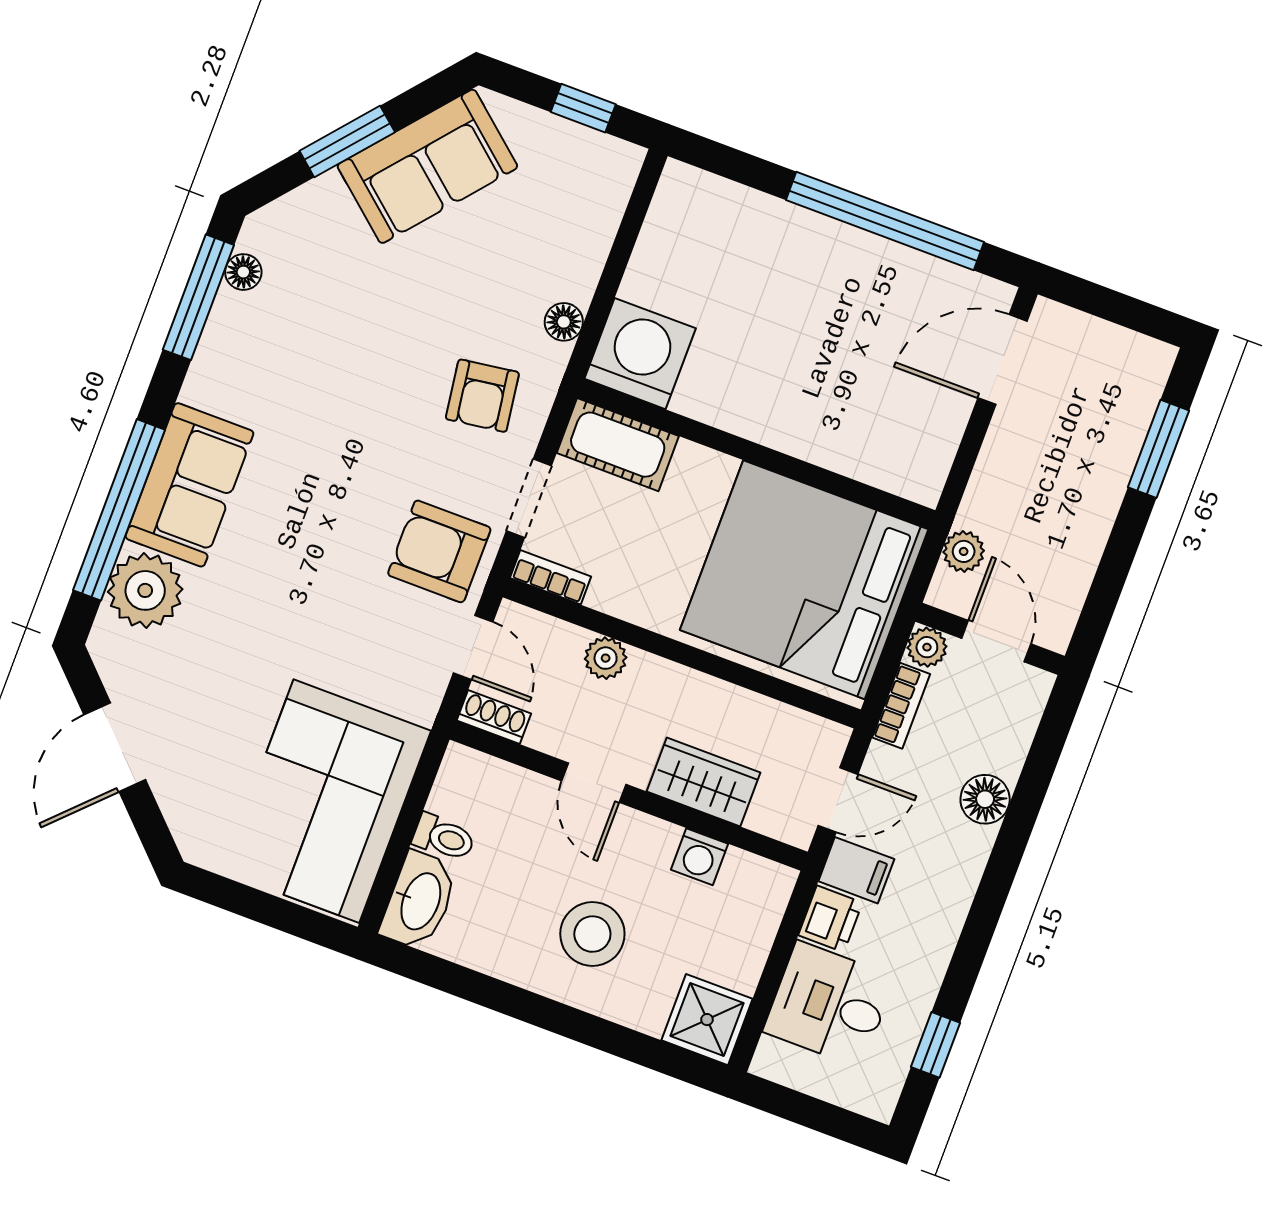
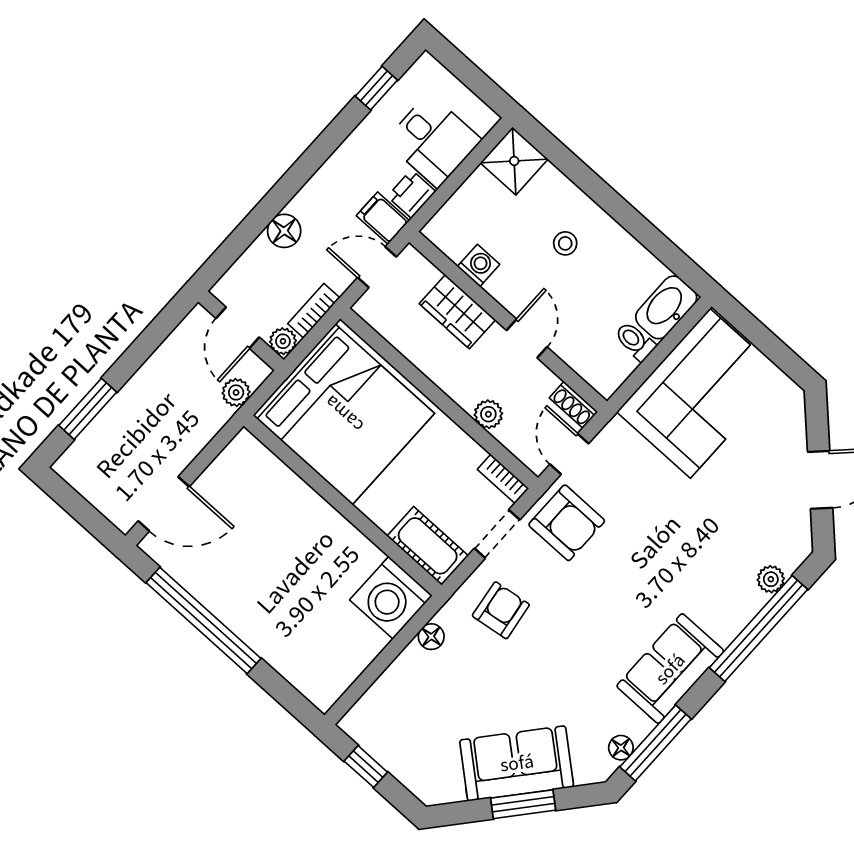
sofa: (427, 166) -> (517, 763), moved
sofa: (189, 485) -> (670, 669), moved
plant: (145, 590) -> (771, 579), width x0.53, depth x0.53
stool: (592, 934) -> (565, 243), width x0.53, depth x0.53

